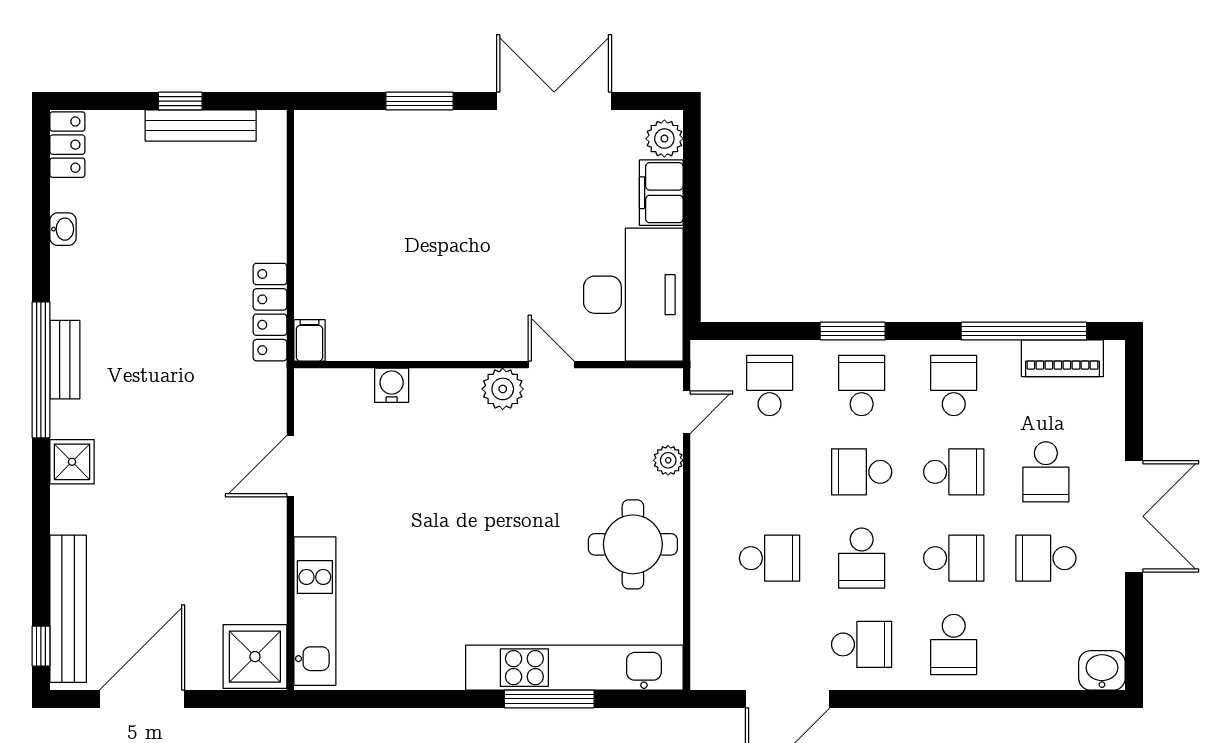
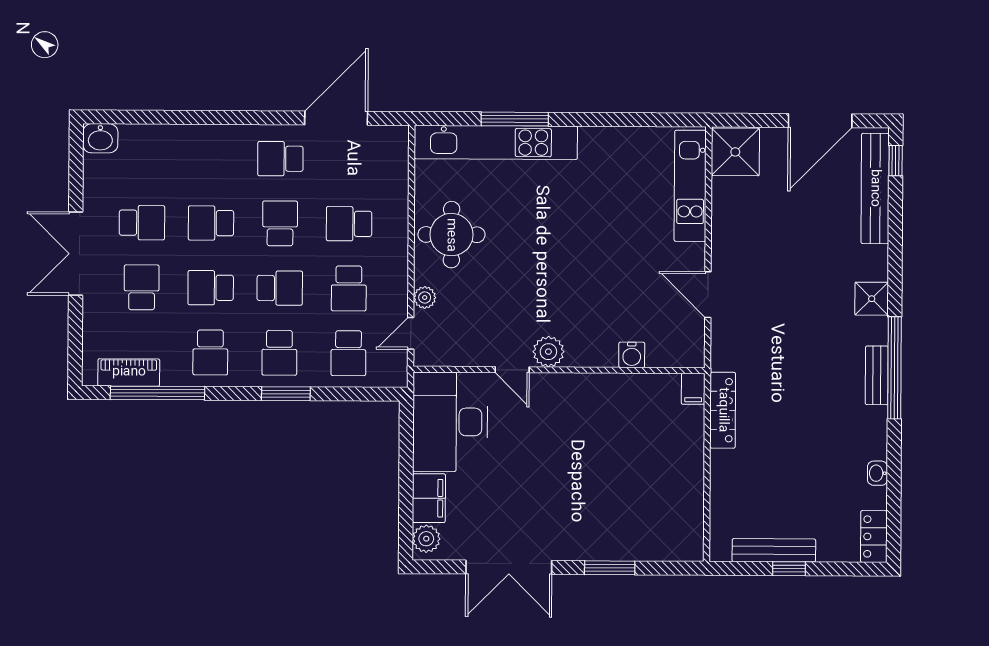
door: (290, 466) -> (708, 295), swing flipped
school desk: (954, 644) -> (349, 288), moved, turned 180

